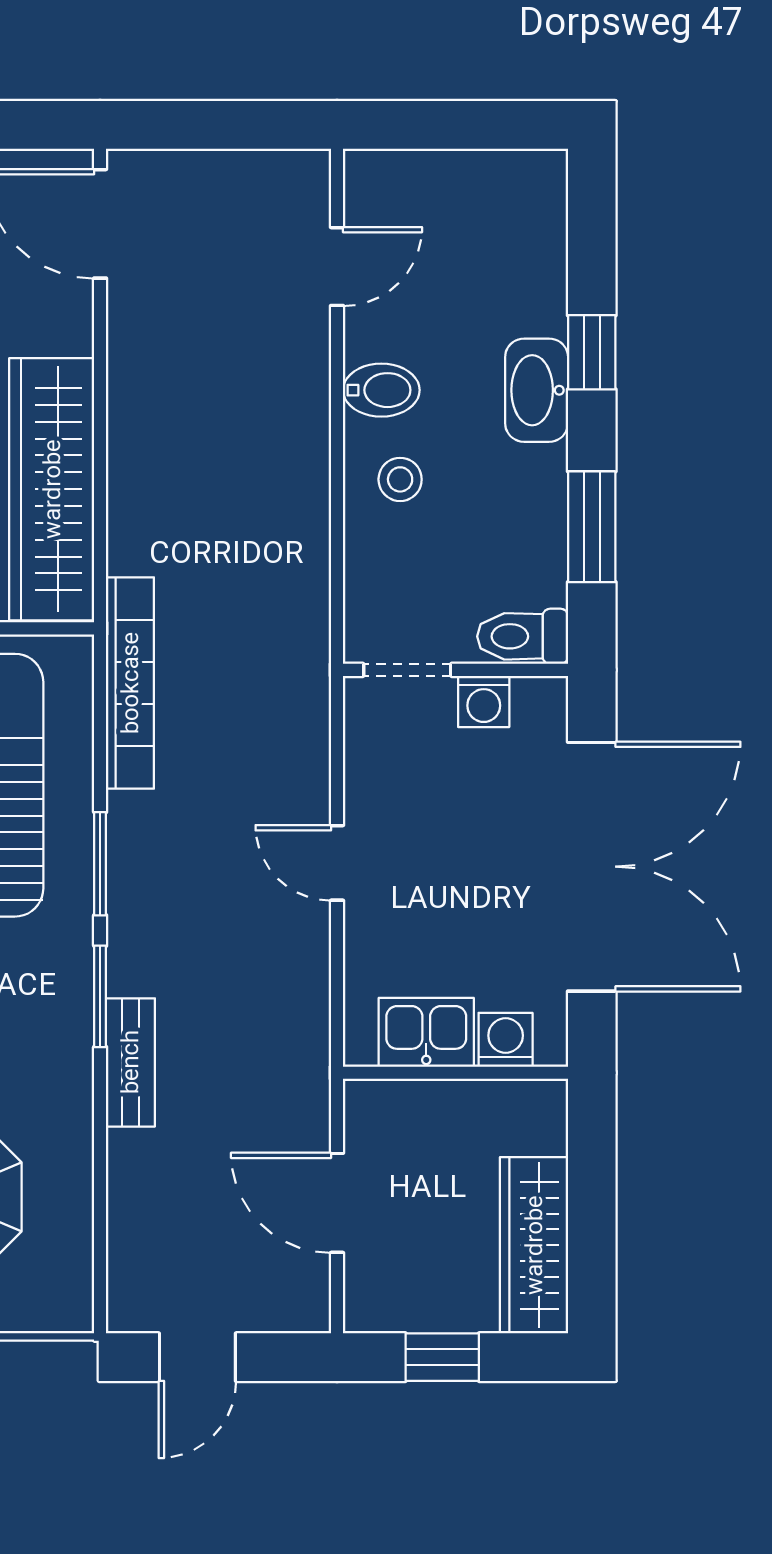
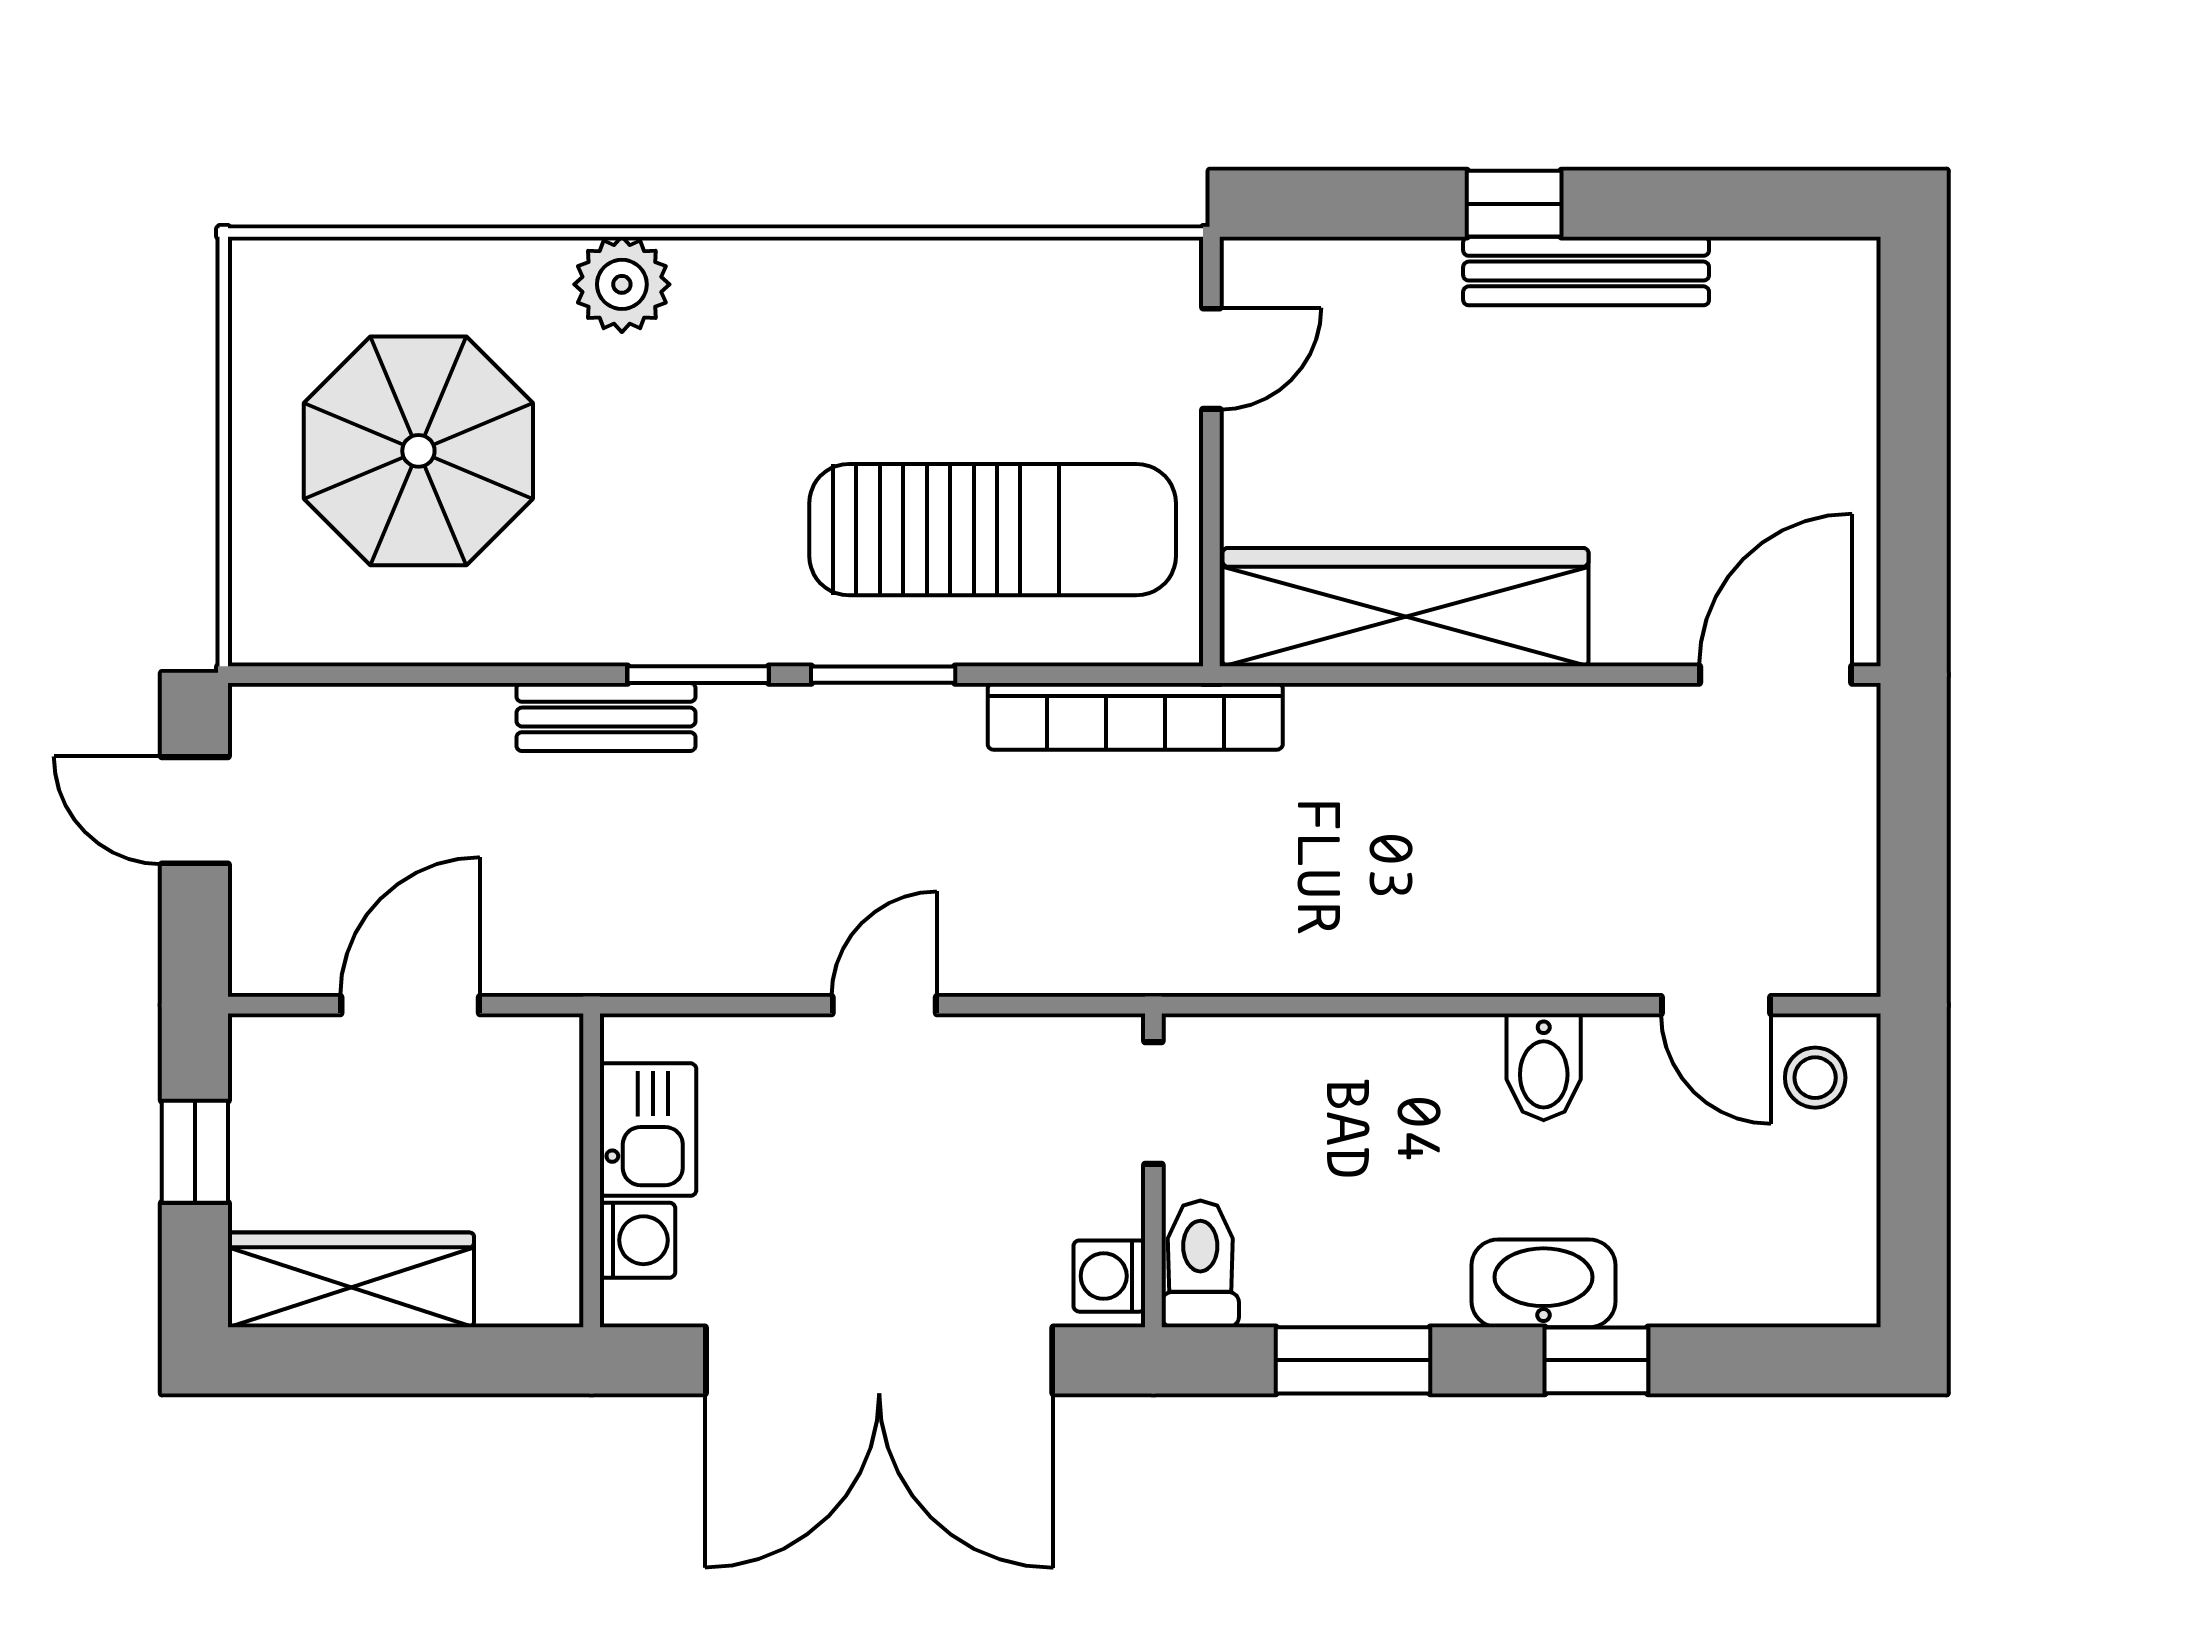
stool: (400, 479) -> (1815, 1078), moved
washing machine: (484, 701) -> (1109, 1276), moved

